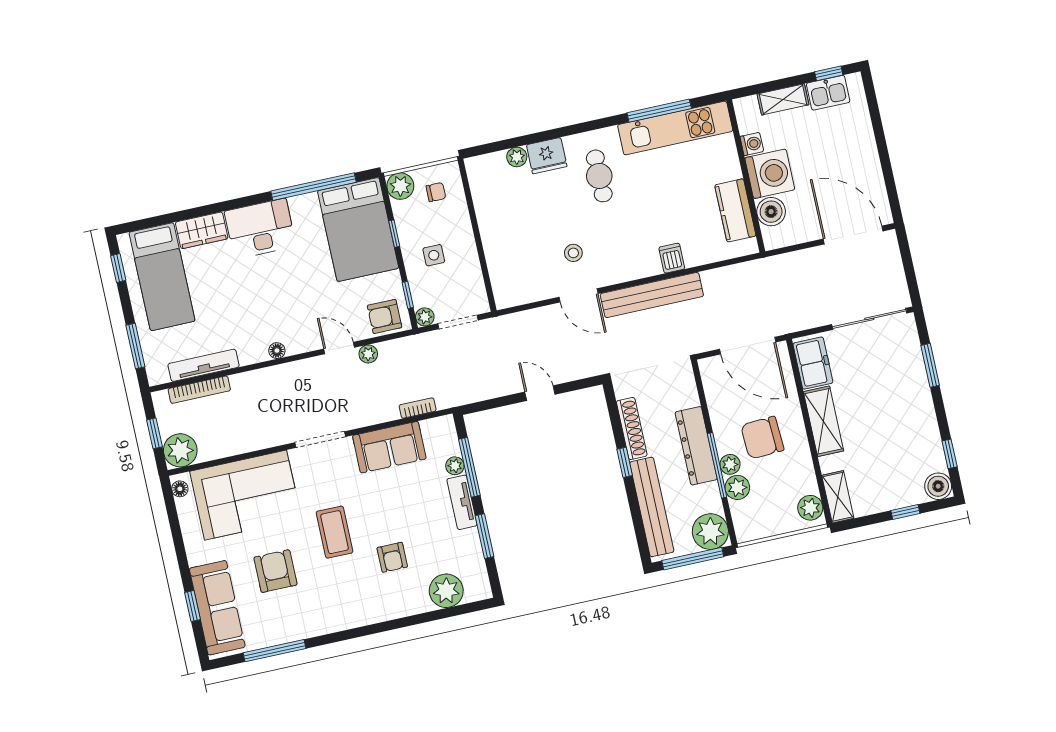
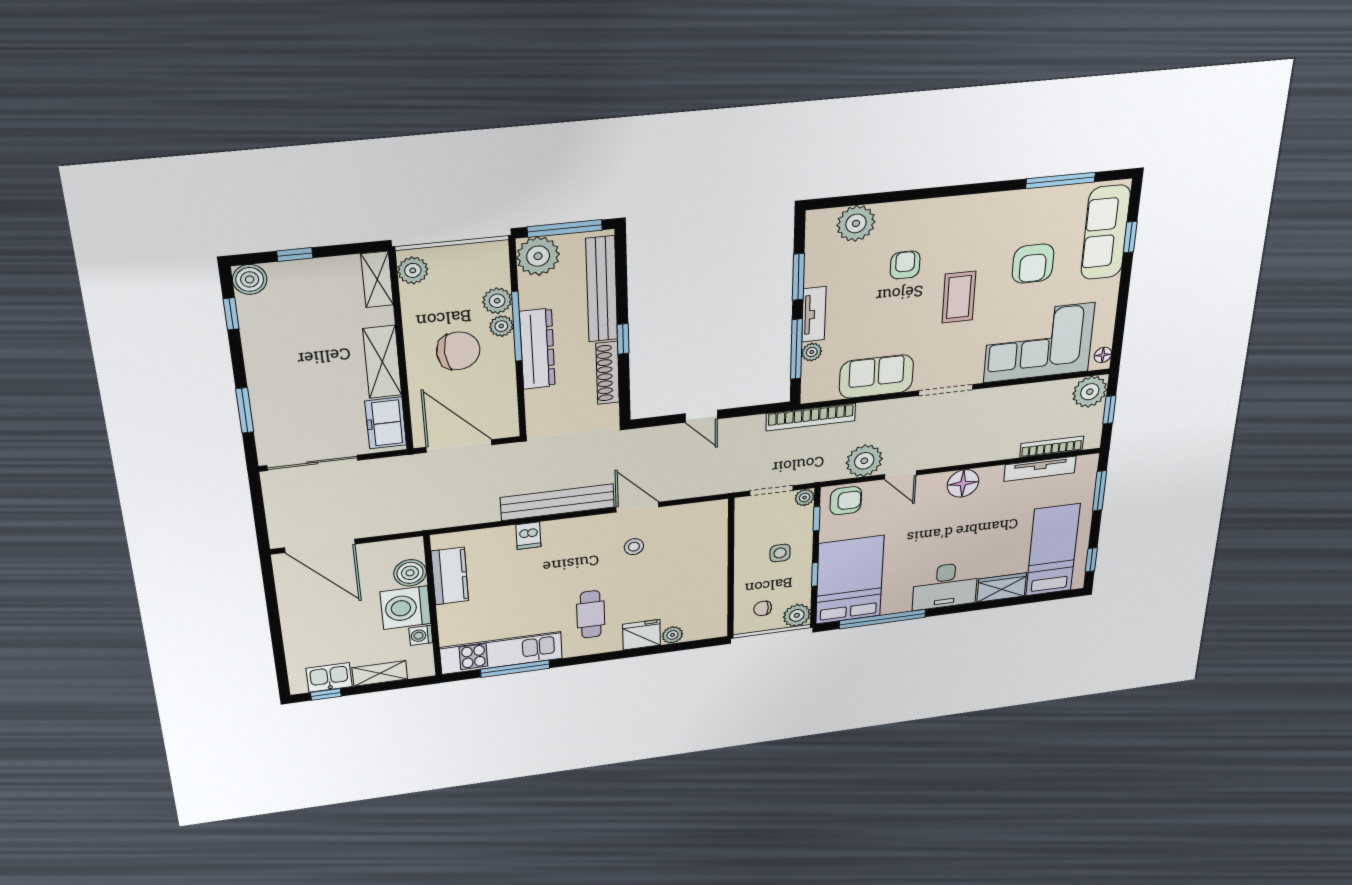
floor lamp: (277, 351) -> (963, 483), width x1.89, depth x1.89
plant: (368, 354) -> (864, 461), width x1.88, depth x1.88
bookcase: (418, 408) -> (811, 417), width x2.31, depth x1.31

